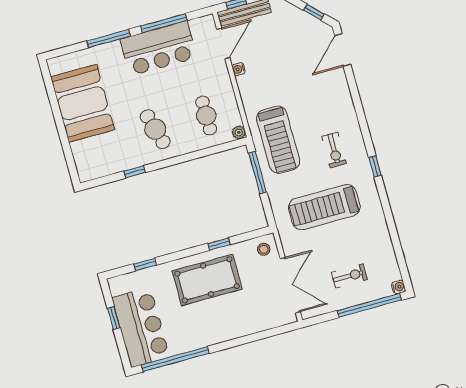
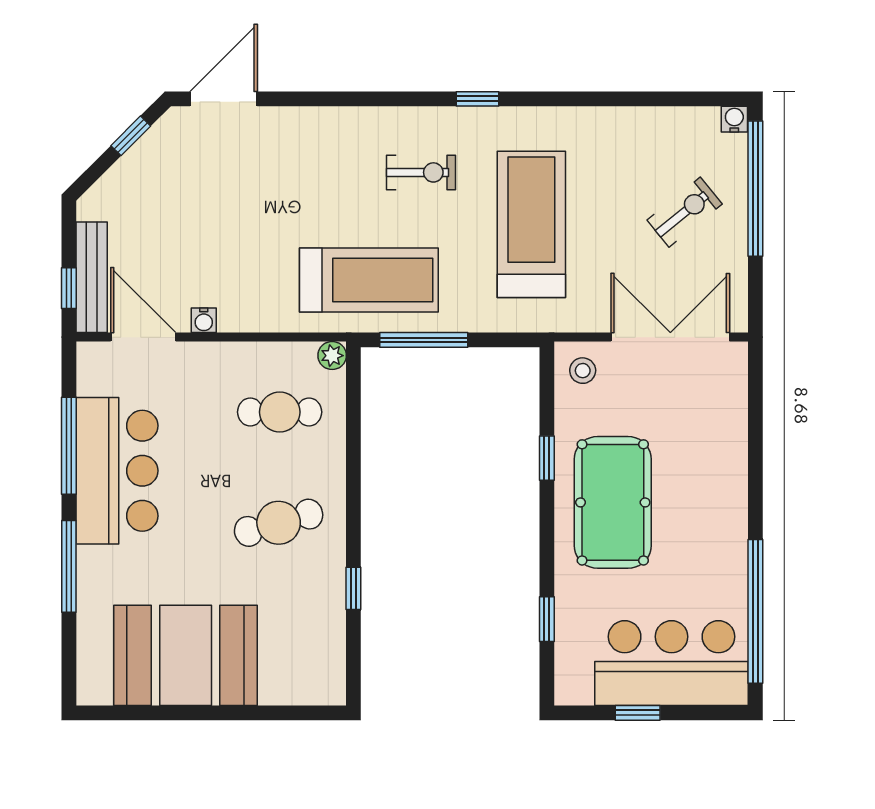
door: (343, 50) -> (224, 99), swing flipped
treadmill: (324, 207) -> (531, 224), turned 180
exercise bike: (349, 276) -> (685, 212), turned 51

